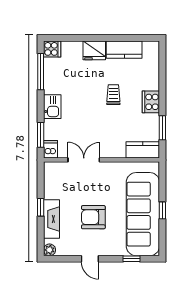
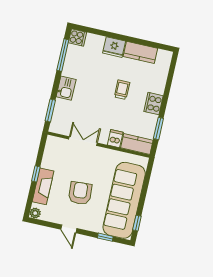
dishwasher: (50, 149) -> (115, 139), moved
window: (162, 210) -> (137, 223), moved
armchair: (93, 217) -> (80, 193), turned 86

